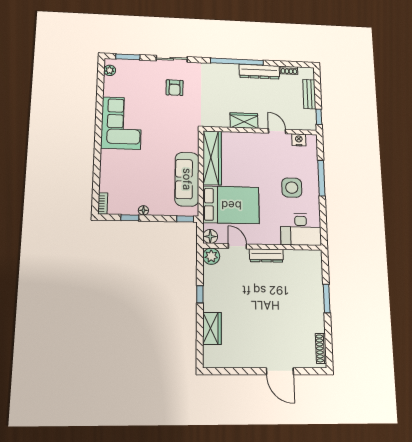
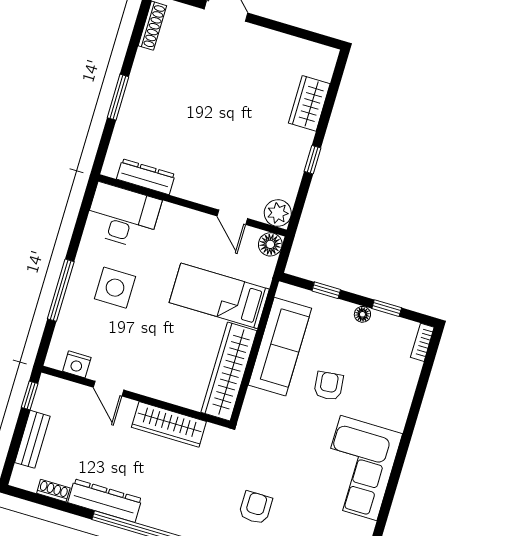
wardrobe: (244, 121) -> (169, 424), width x1.50
armchair: (152, 164) -> (329, 386), added
bed: (231, 205) -> (219, 296), width x0.67
window: (185, 219) -> (326, 290), moved
dresser: (266, 255) -> (146, 177), moved

